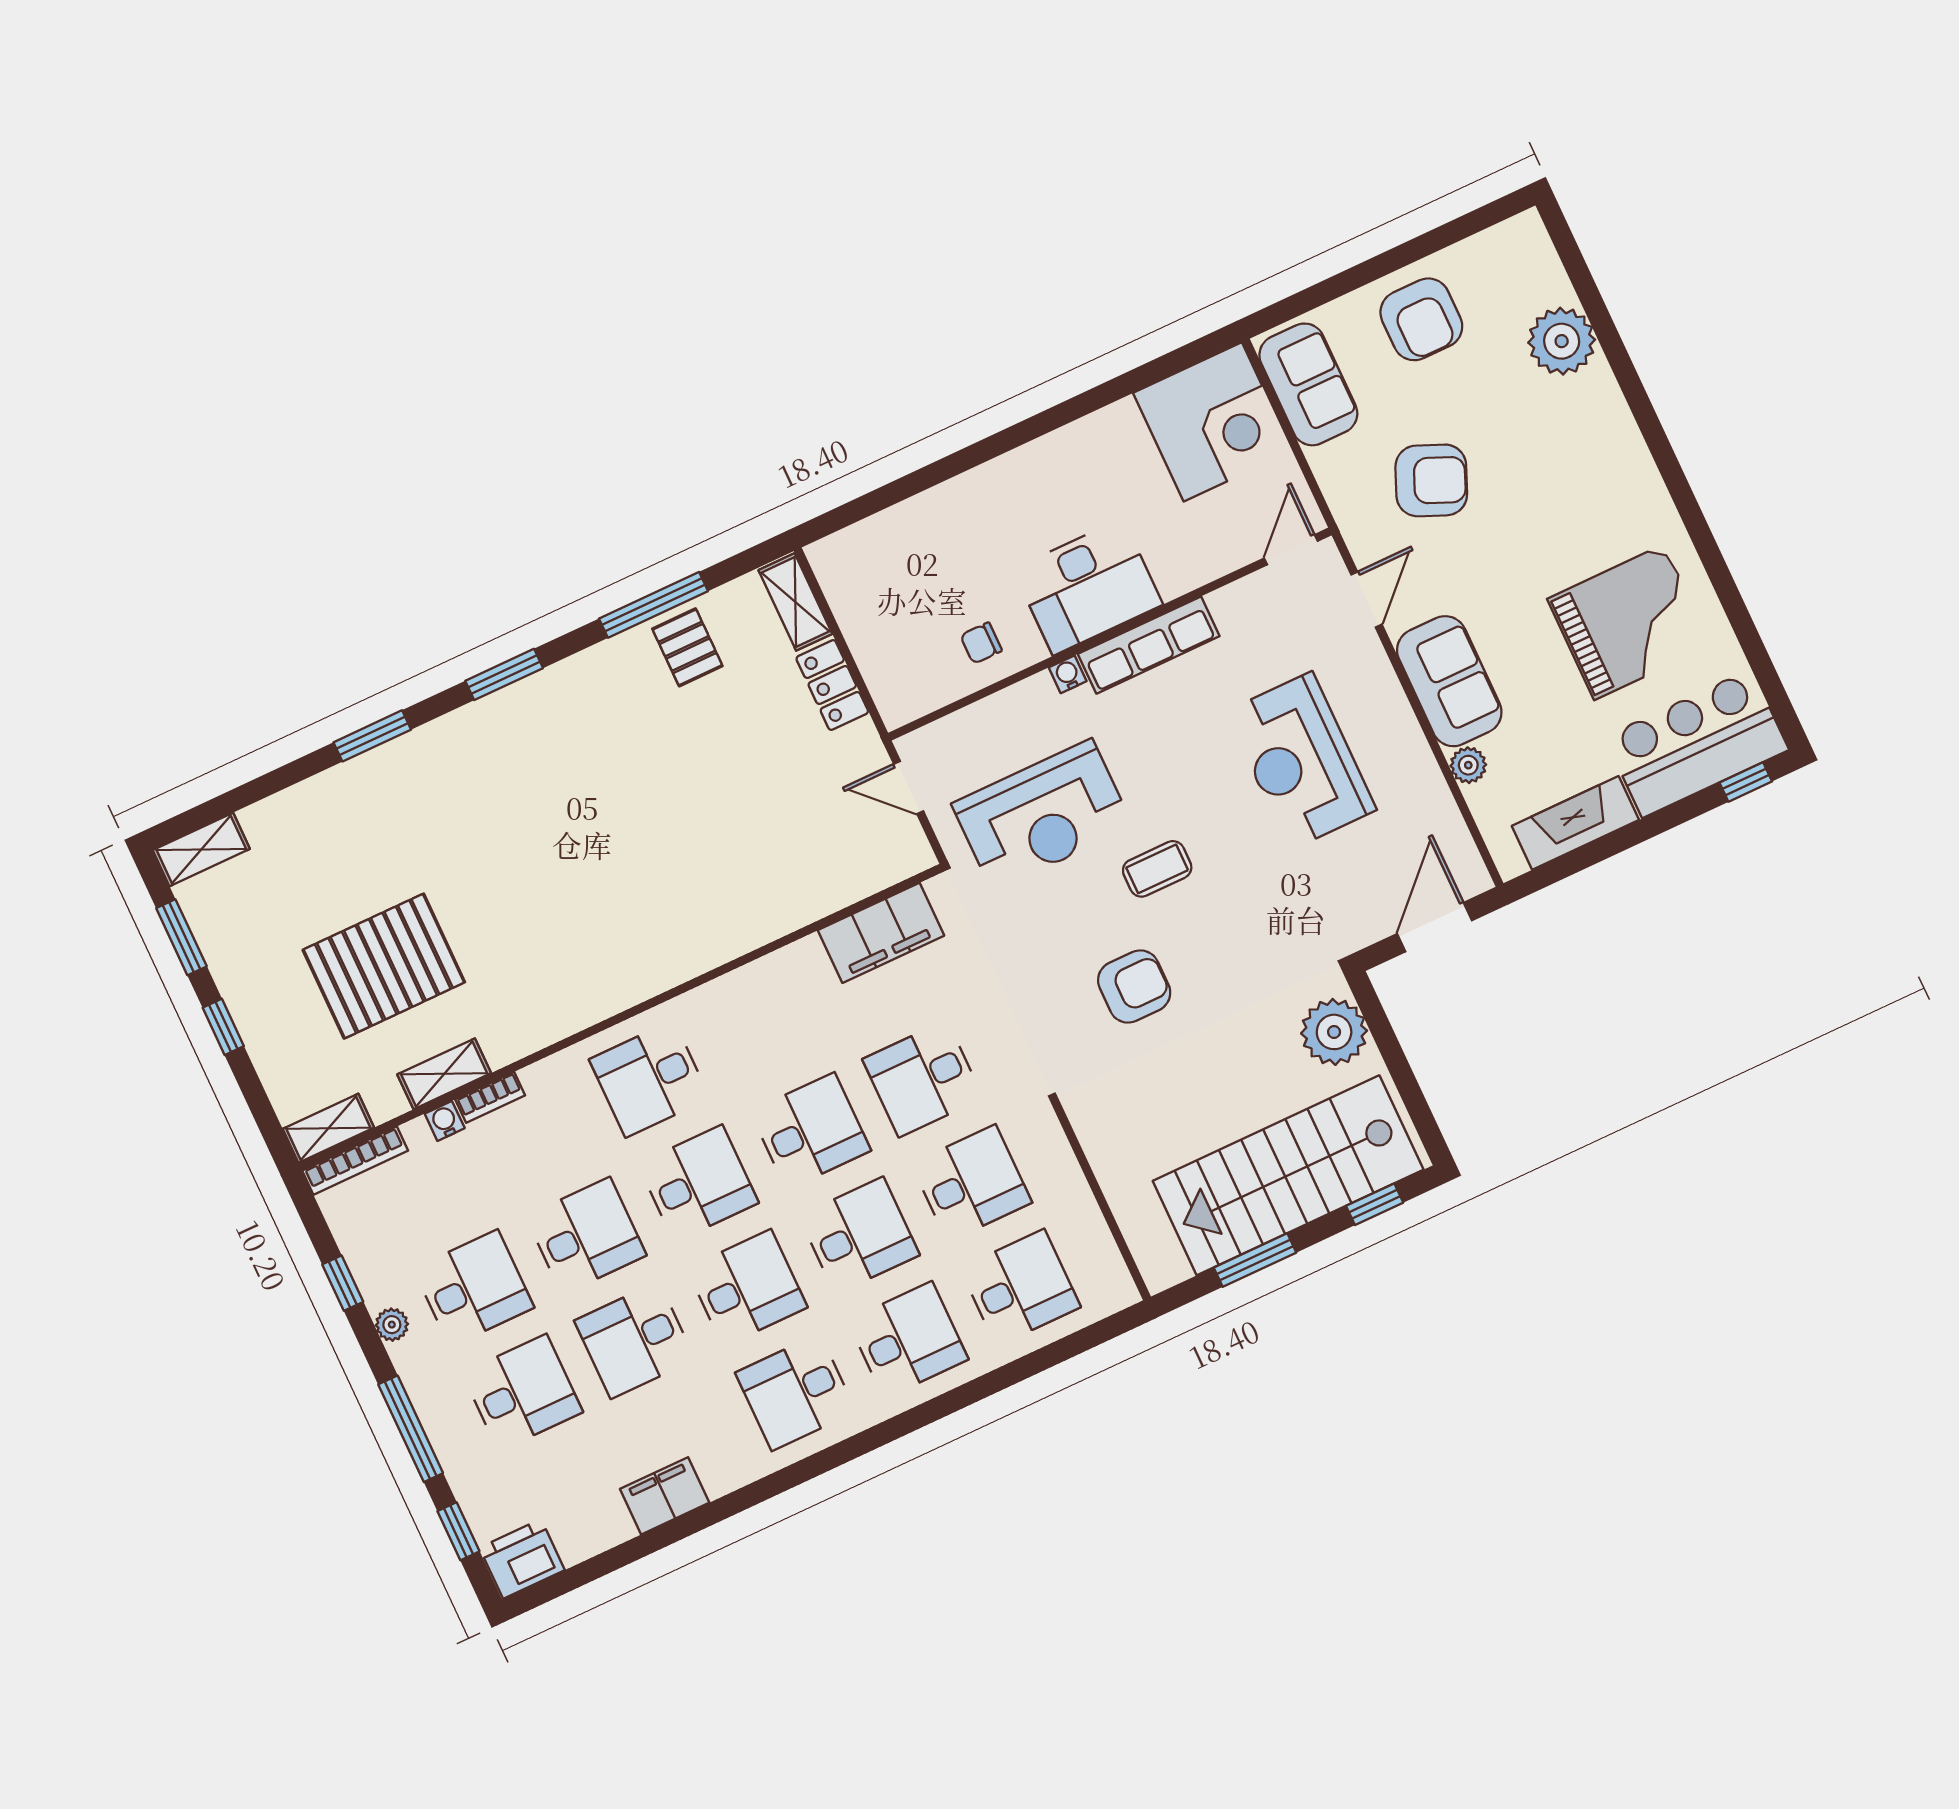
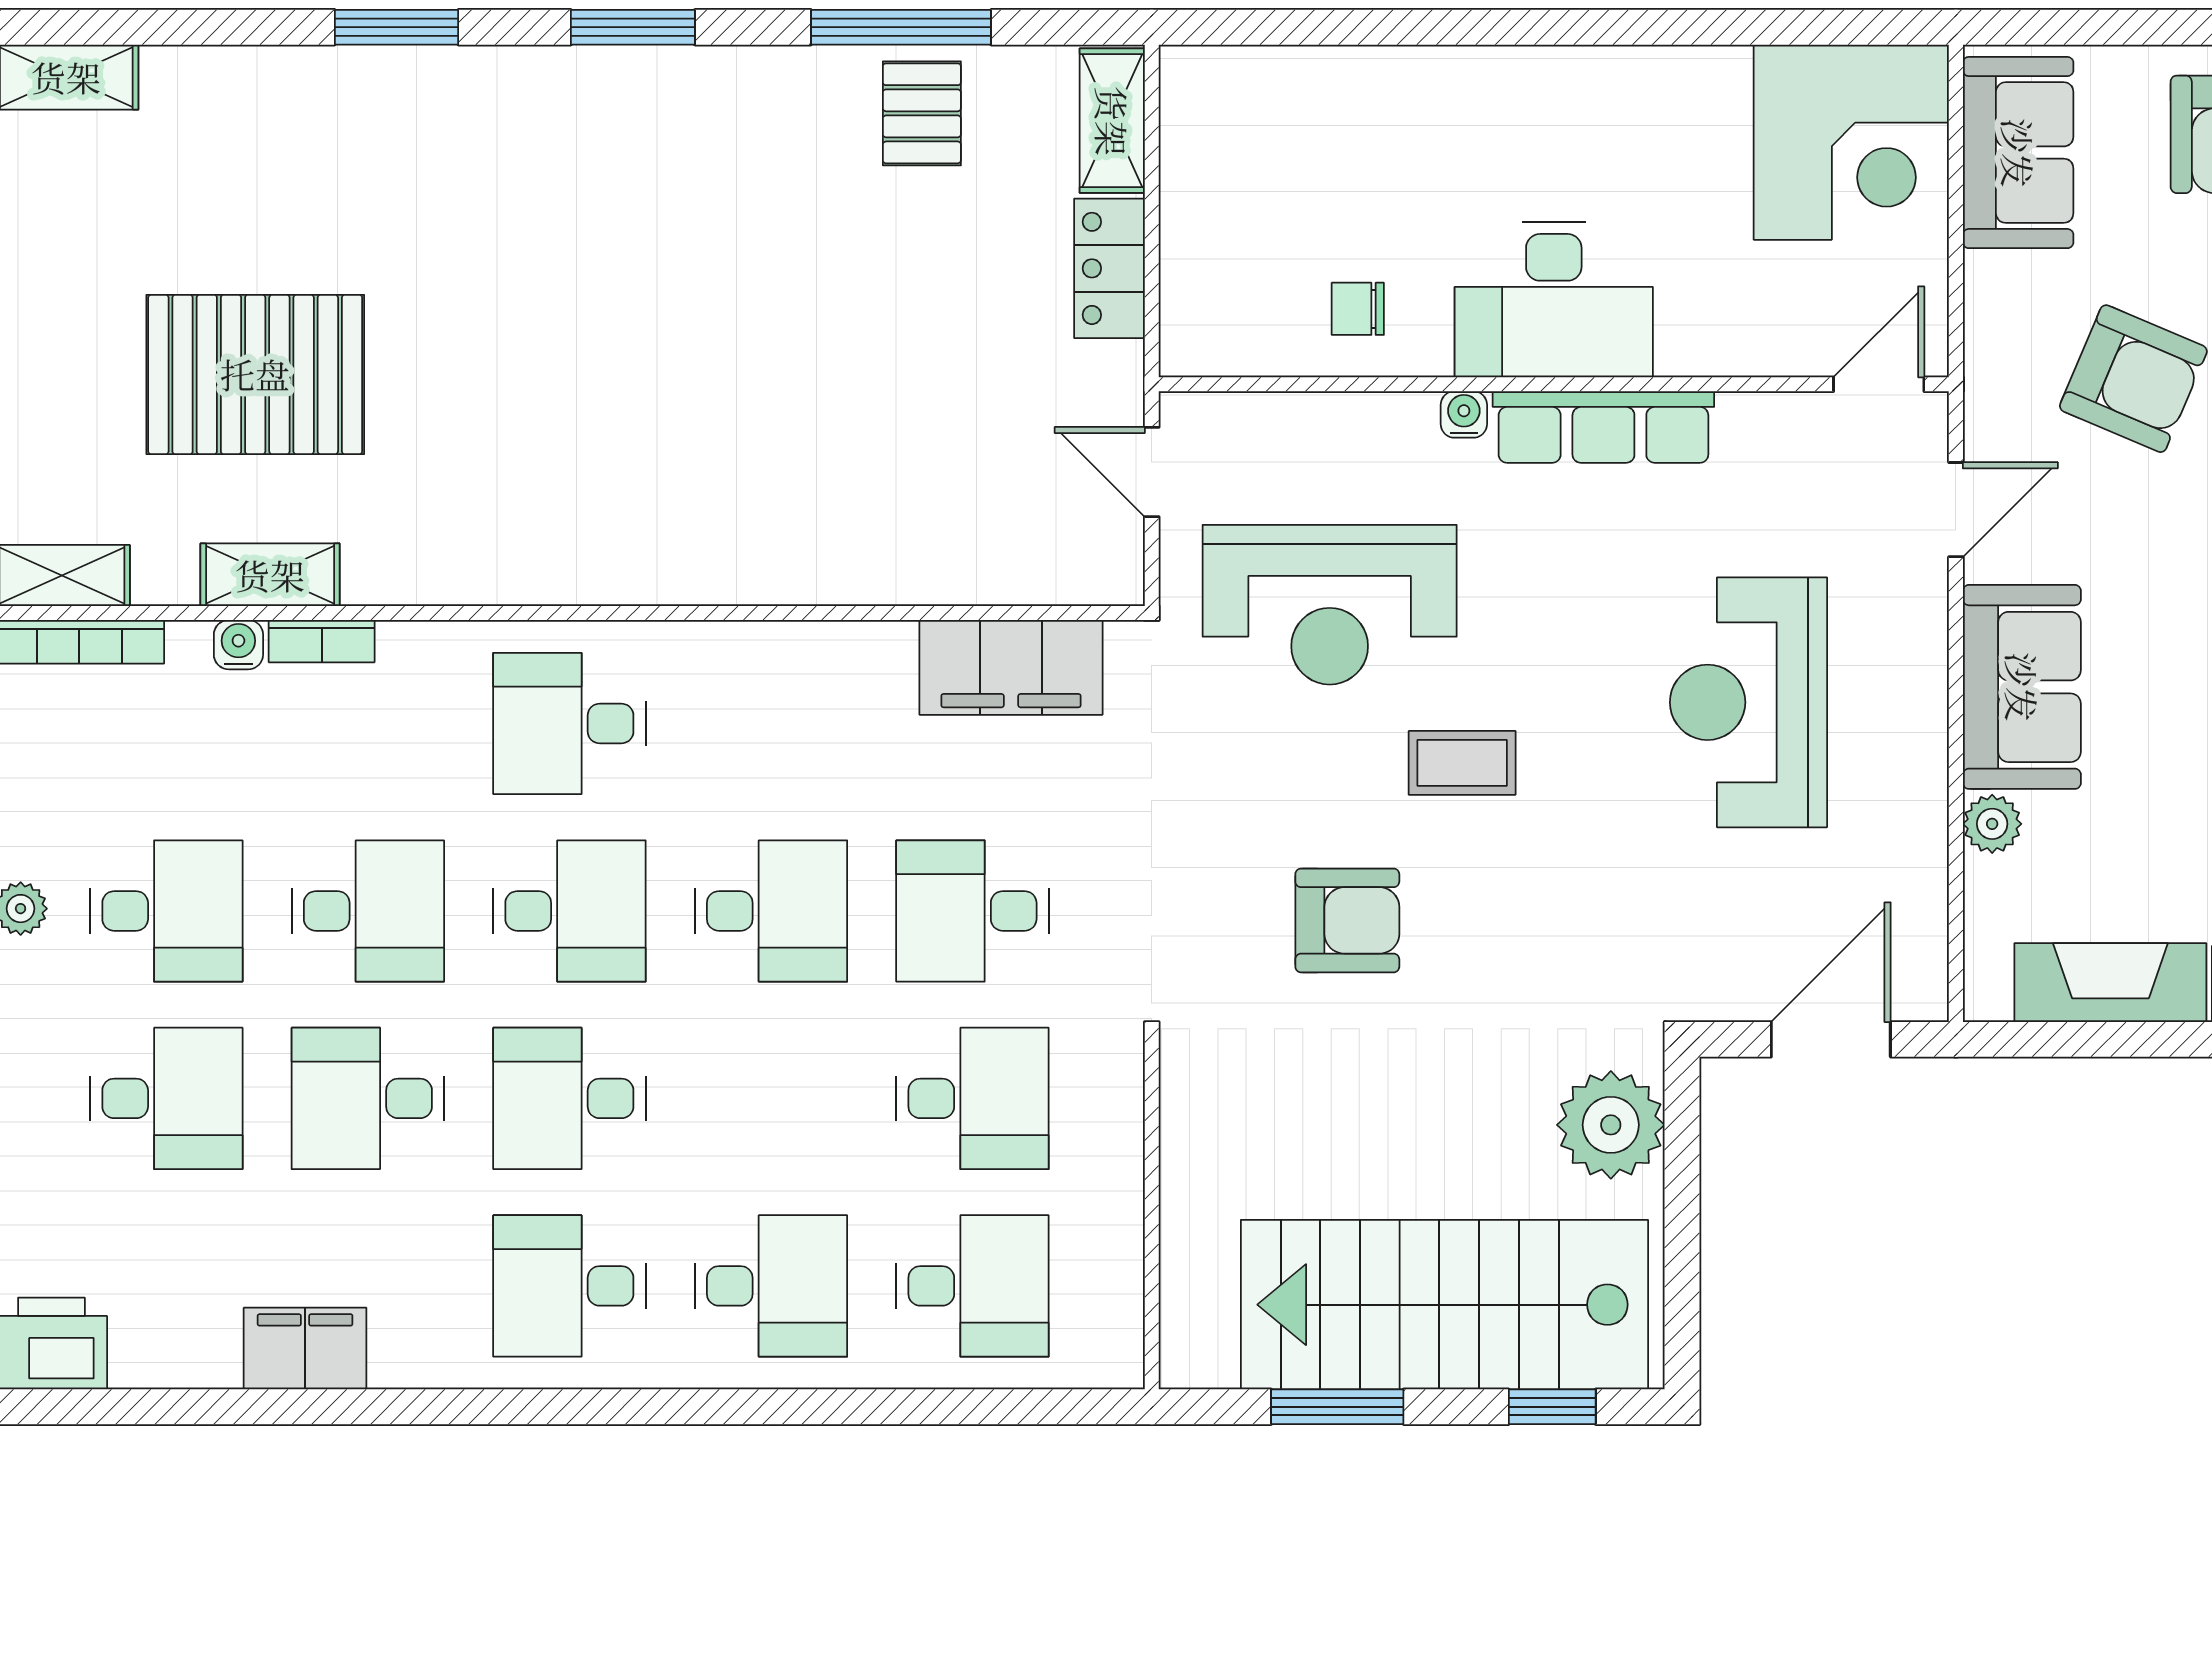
desk: (859, 1235) -> (771, 1098), removed
desk: (747, 1288) -> (569, 1098), turned 180

